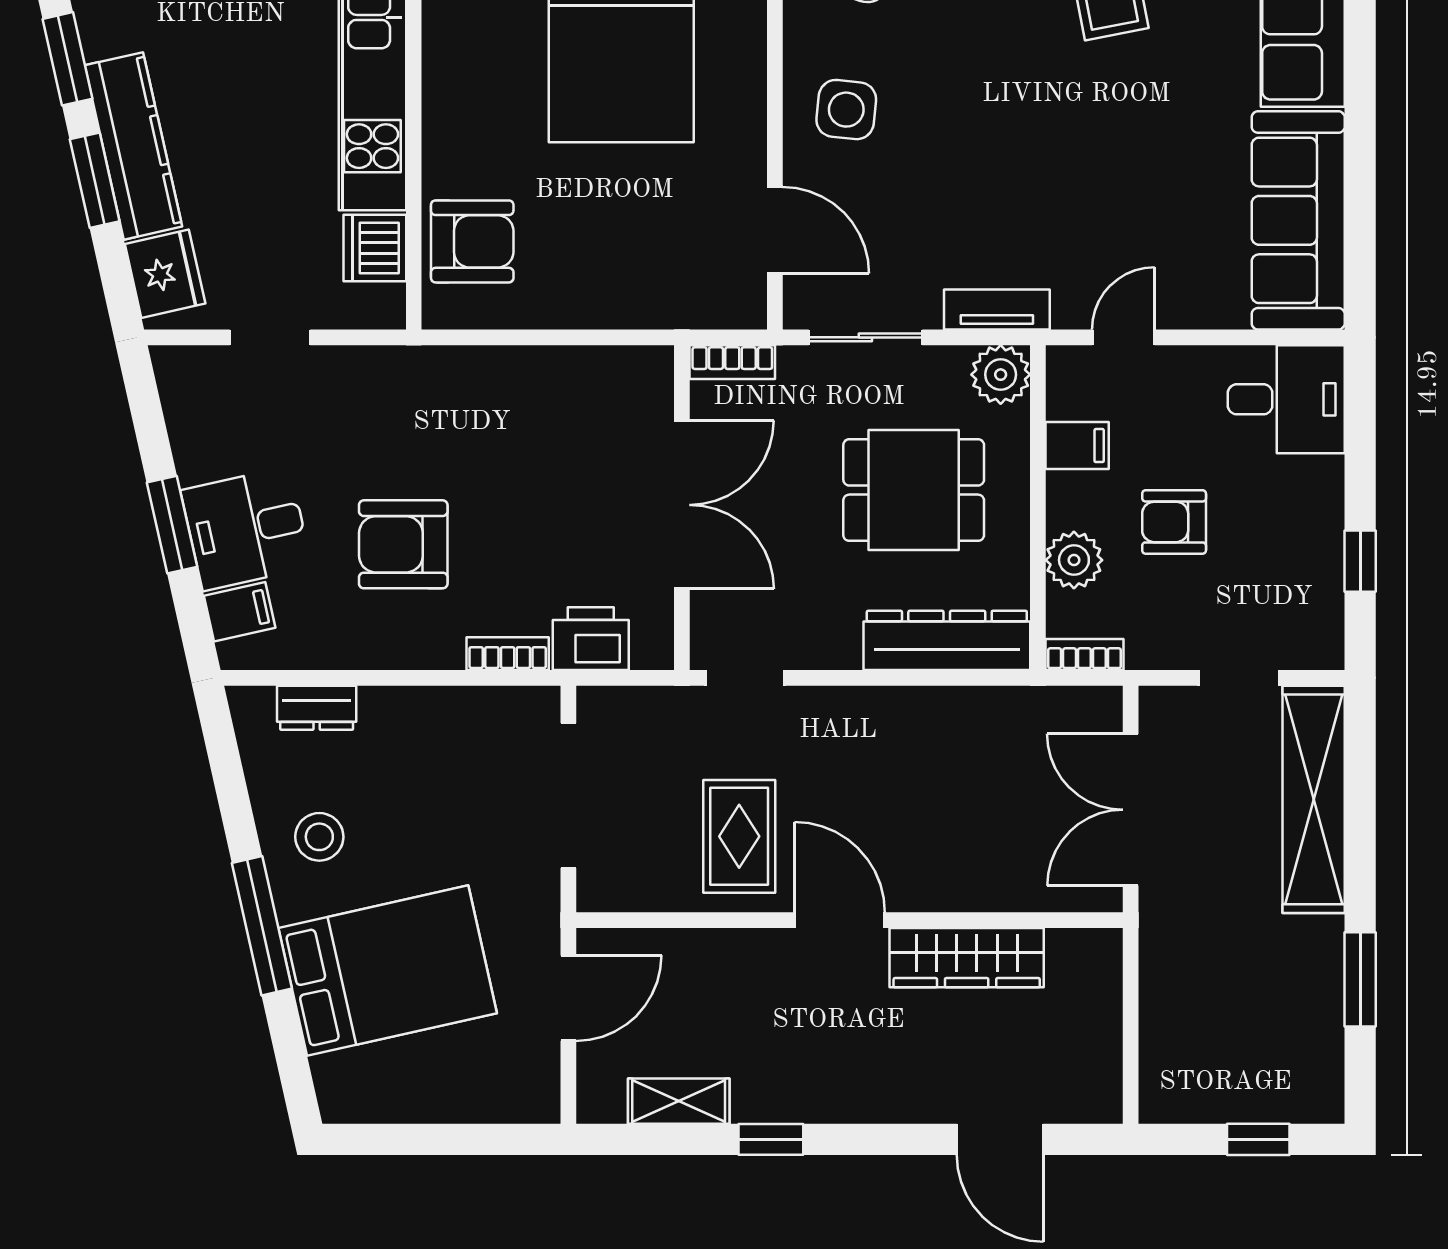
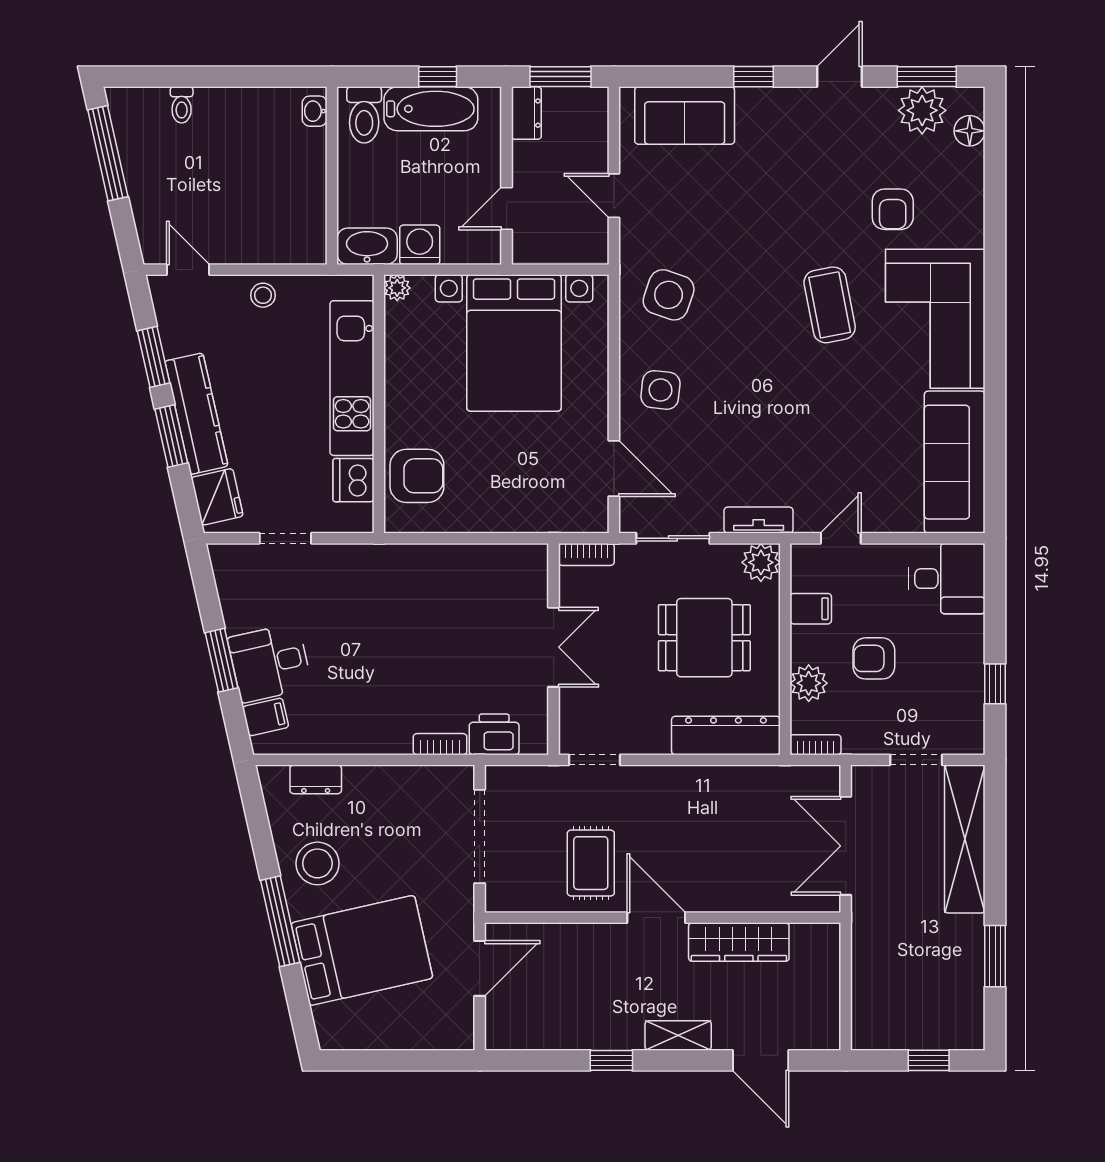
double door: (682, 505) -> (554, 647), width x0.73
armchair: (403, 544) -> (372, 673), removed
stool: (319, 837) -> (317, 863), width x1.38, depth x1.38
shelving: (679, 1101) -> (678, 1035), moved

